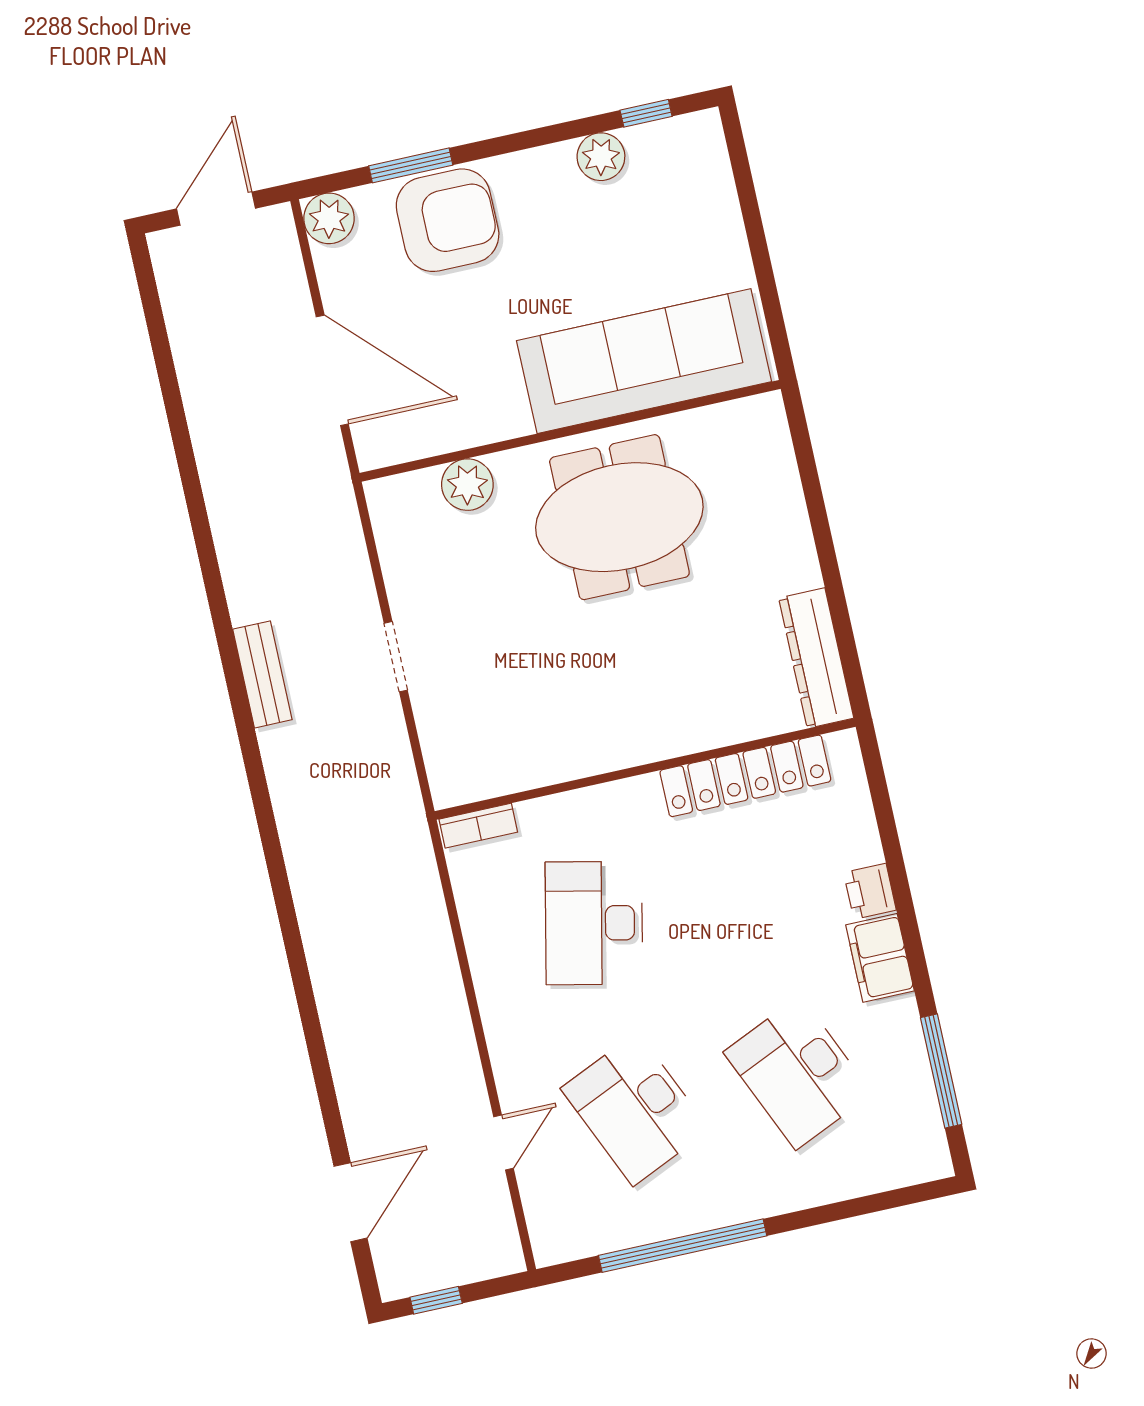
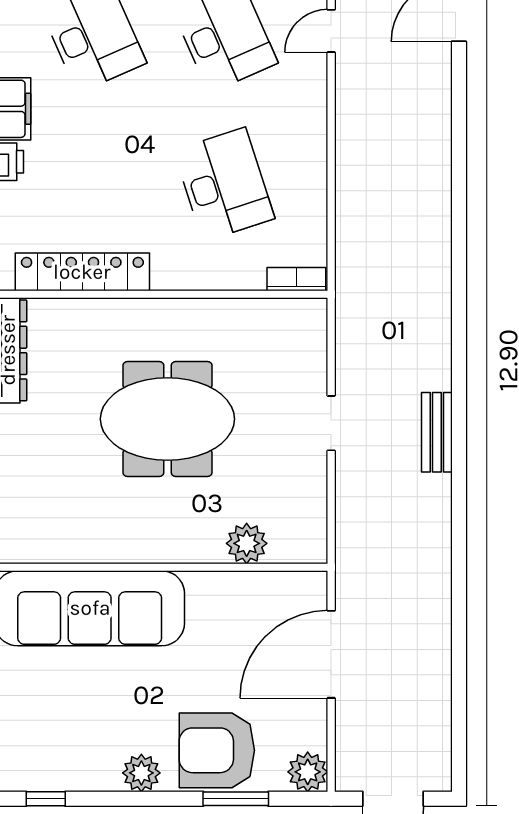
plant: (601, 157) -> (141, 773), moved
door: (332, 370) -> (331, 654), hinge flipped
meeting table: (619, 517) -> (167, 419), moved
desk: (594, 923) -> (224, 184), turned -30

